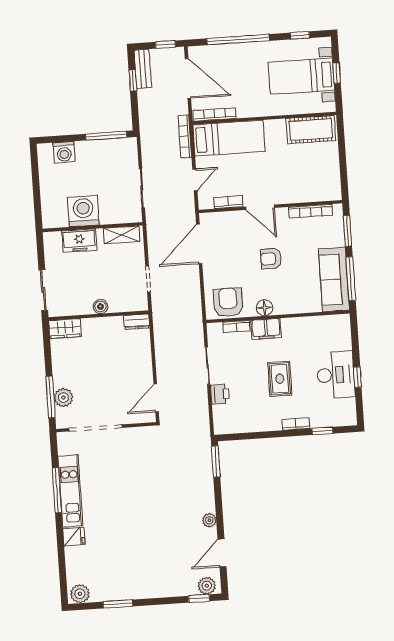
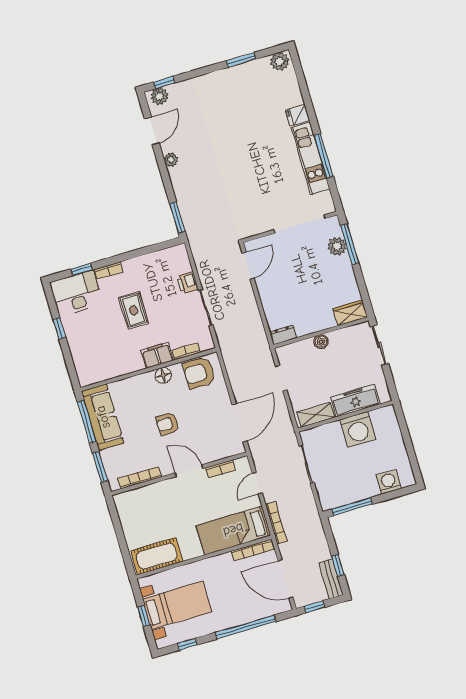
freezer: (79, 241) -> (355, 400), width x1.40
armchair: (271, 259) -> (167, 424), turned 180
armchair: (228, 302) -> (199, 373), turned 90
desk: (336, 375) -> (76, 293), moved, turned 90

